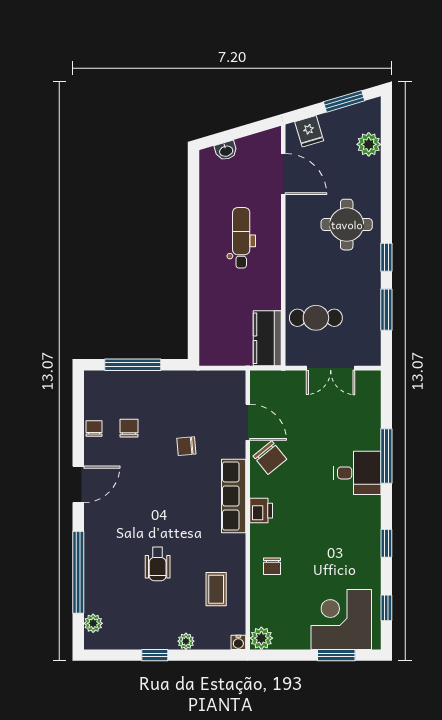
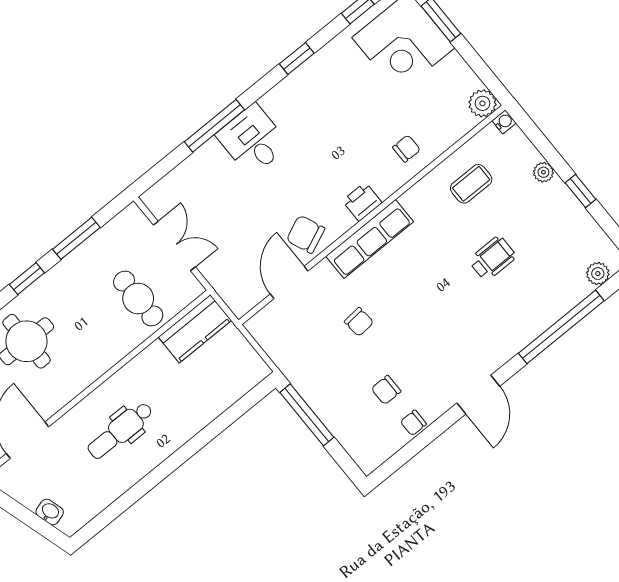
window: (133, 365) -> (307, 415), moved
chair: (270, 458) -> (306, 234), turned -74
door: (78, 484) -> (478, 395), swing flipped

